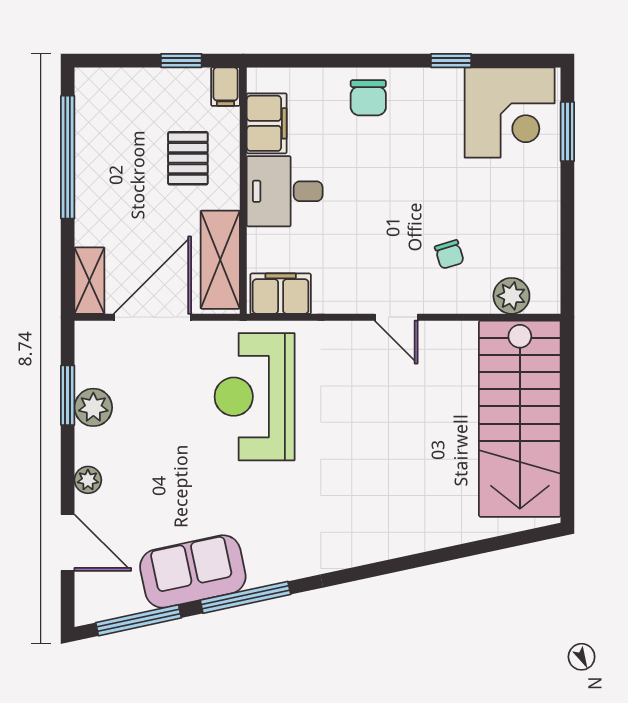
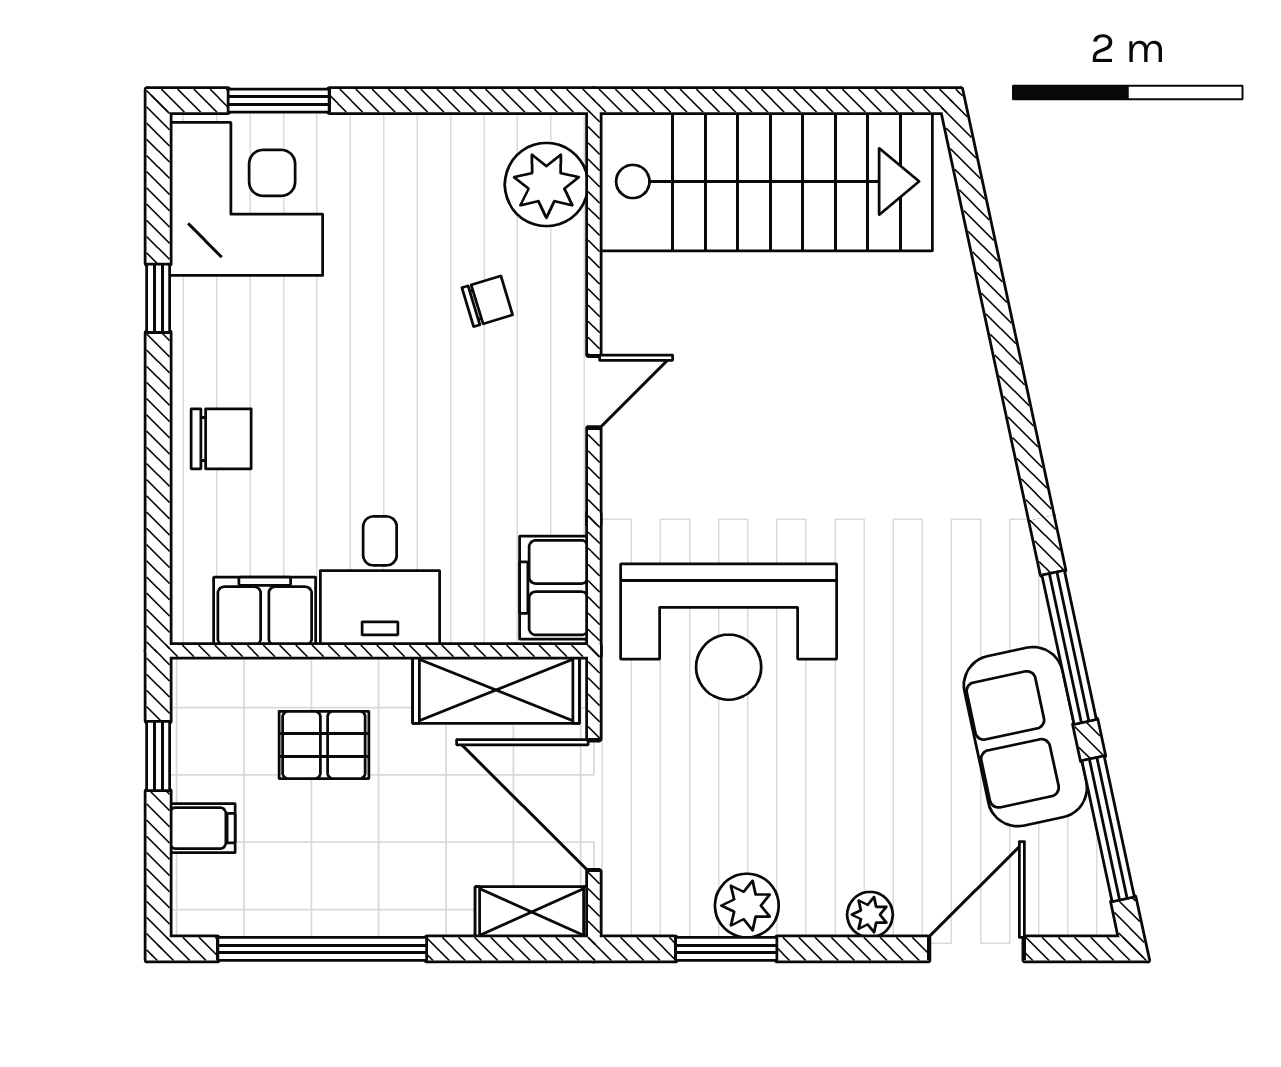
filing cabinet: (226, 87) -> (202, 828), moved
plant: (511, 296) -> (546, 185), width x1.36, depth x1.36

